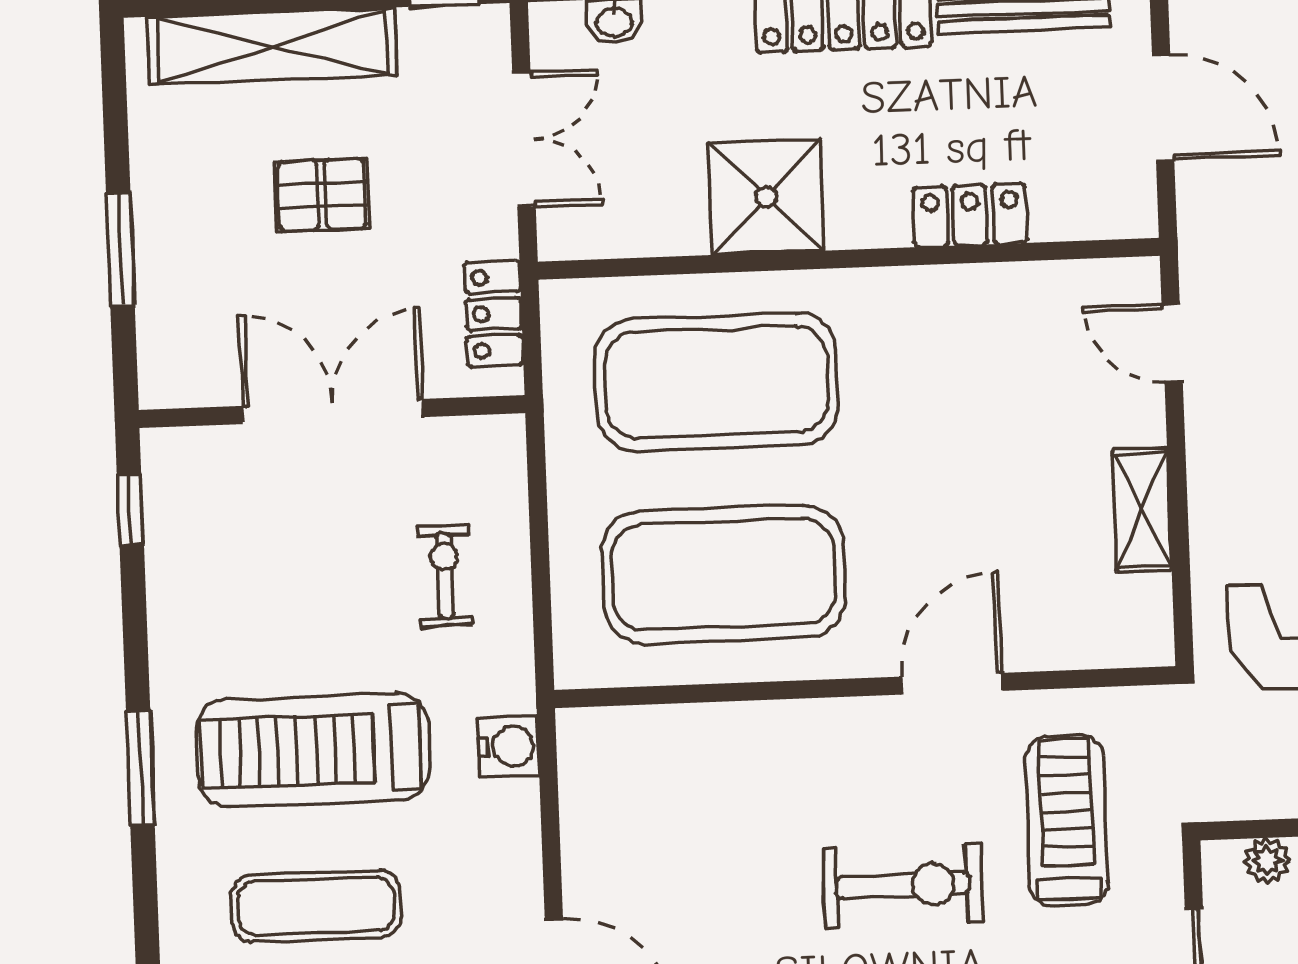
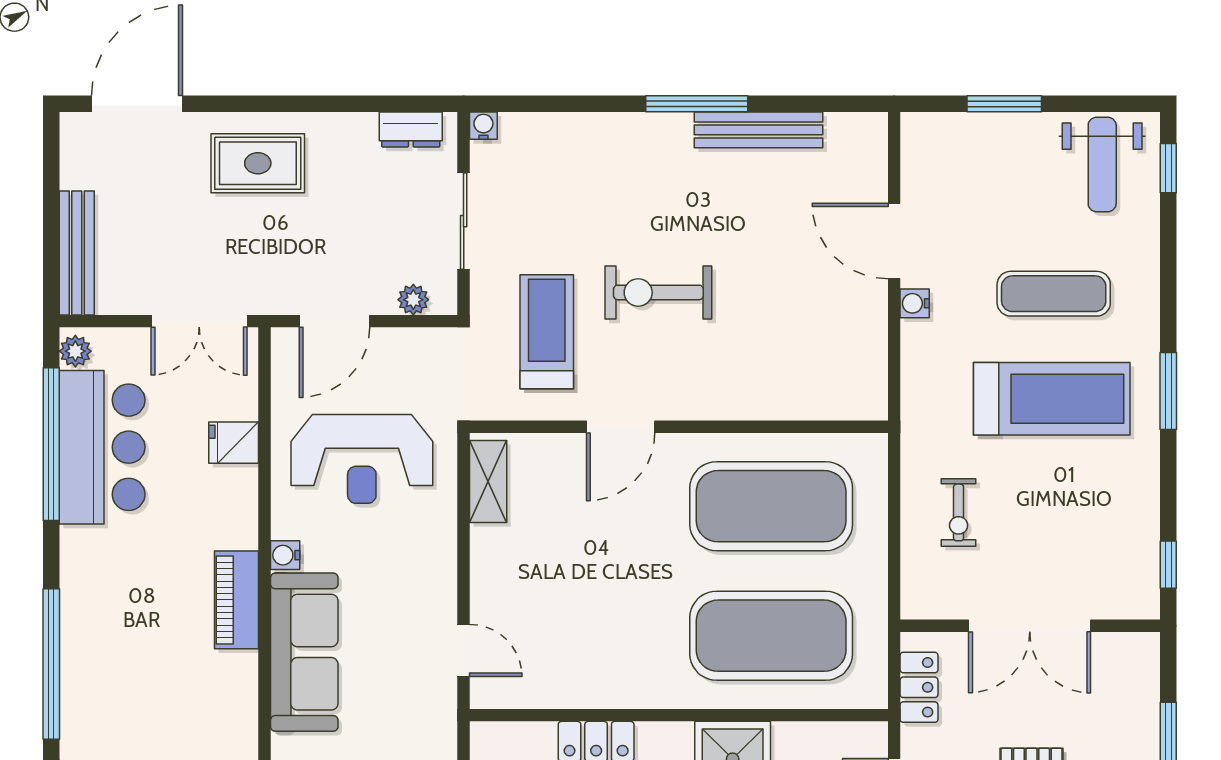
shelving: (1142, 510) -> (488, 482), moved
water cooler: (508, 746) -> (915, 303), moved, width x0.72, depth x0.72
treadmill: (1067, 821) -> (547, 332), turned 180

